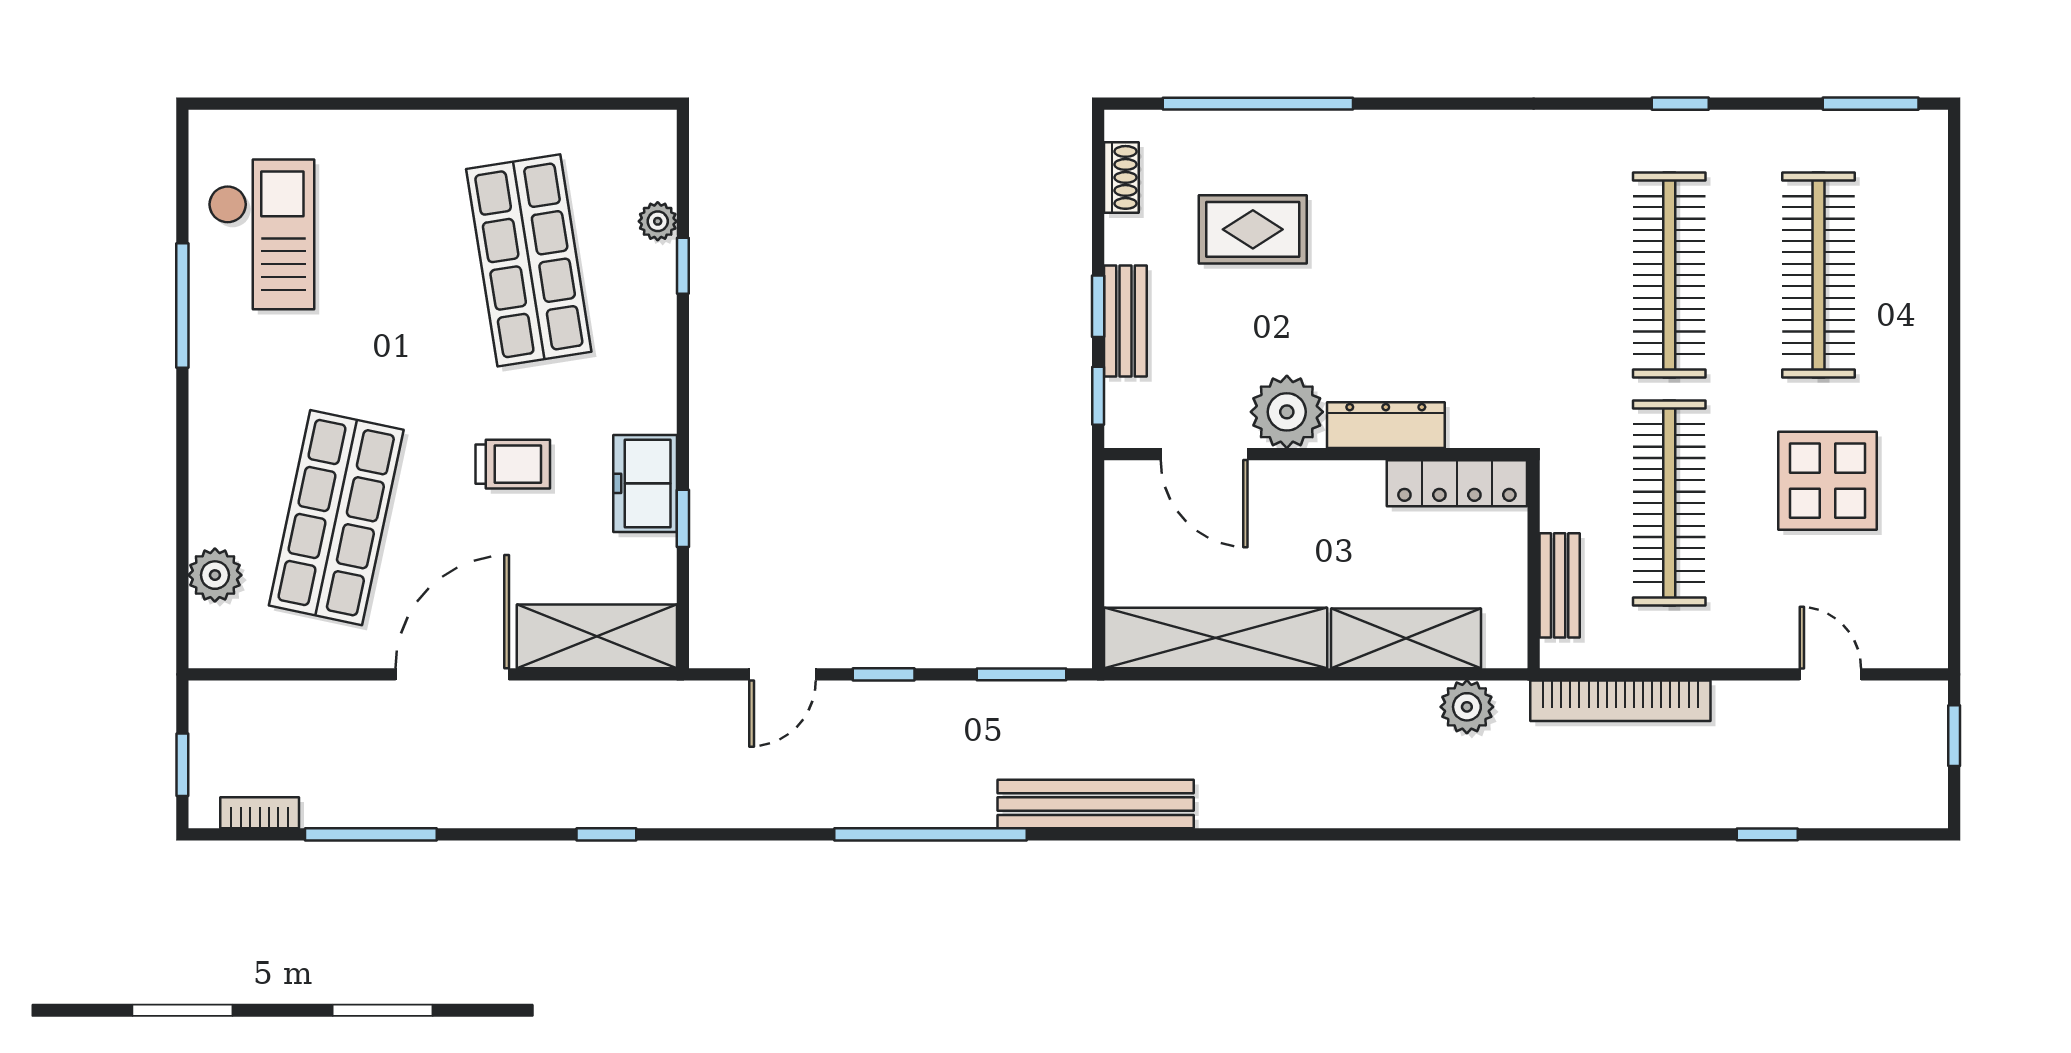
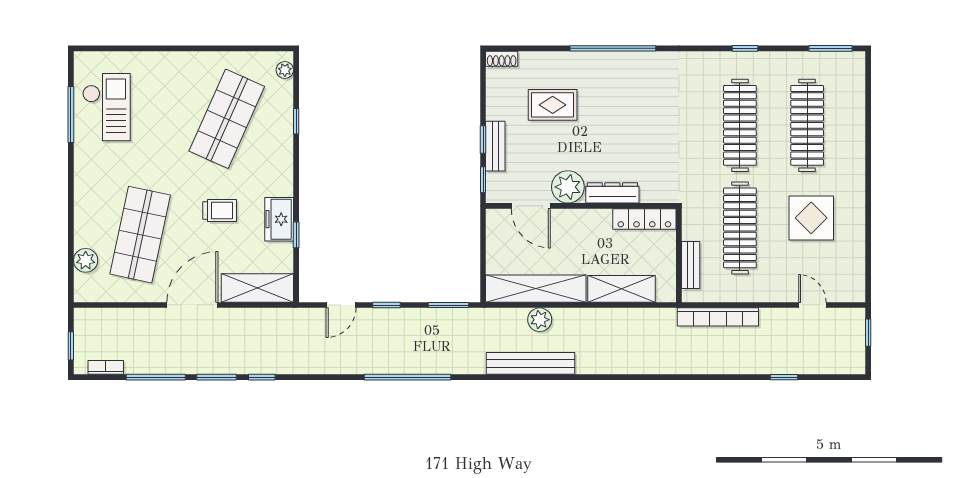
window: (1258, 104) -> (613, 48), moved
shoe rack: (1121, 177) -> (502, 59), moved, turned 90
plant: (658, 221) -> (285, 70), moved
shop shelf: (529, 260) -> (227, 119), turned 33
window: (182, 305) -> (71, 115), moved
plant: (1467, 707) -> (540, 320), moved
bench: (1096, 804) -> (531, 363), moved
window: (506, 834) -> (217, 377), added

